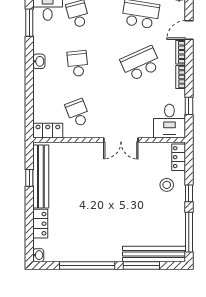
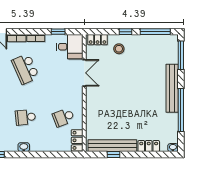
double door: (121, 140) -> (84, 73), moved
bench: (154, 254) -> (172, 88), moved
window: (141, 265) -> (181, 55), moved

